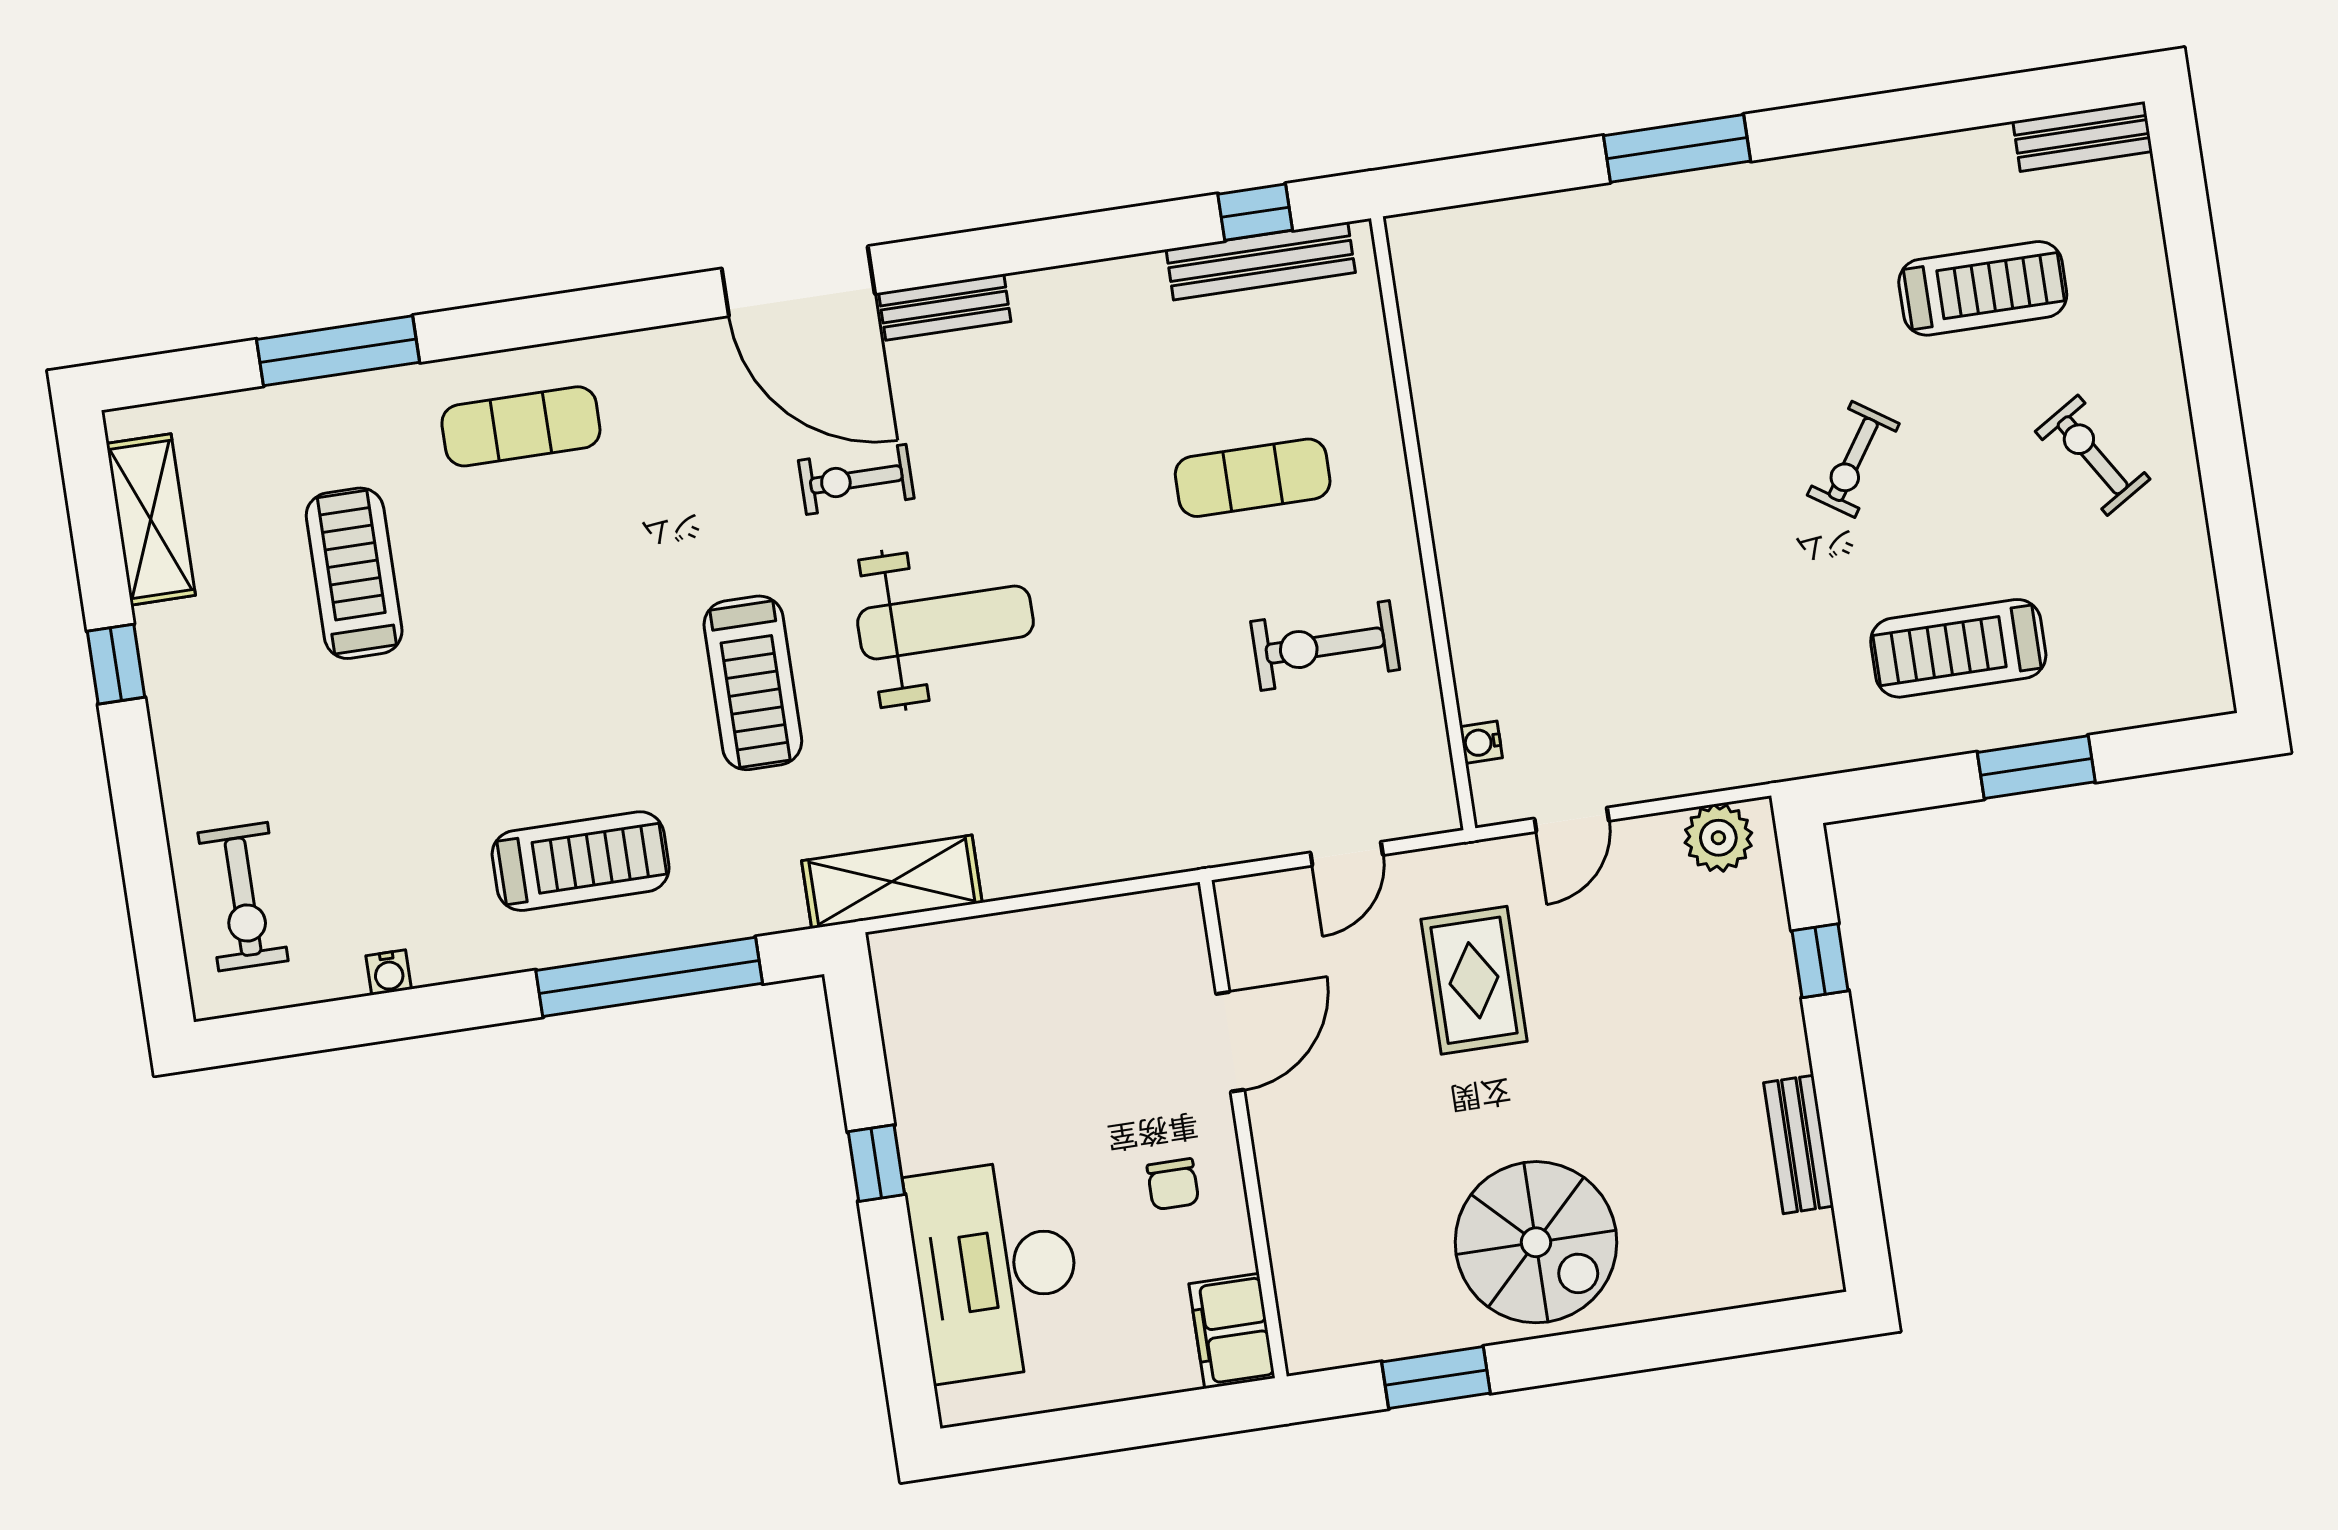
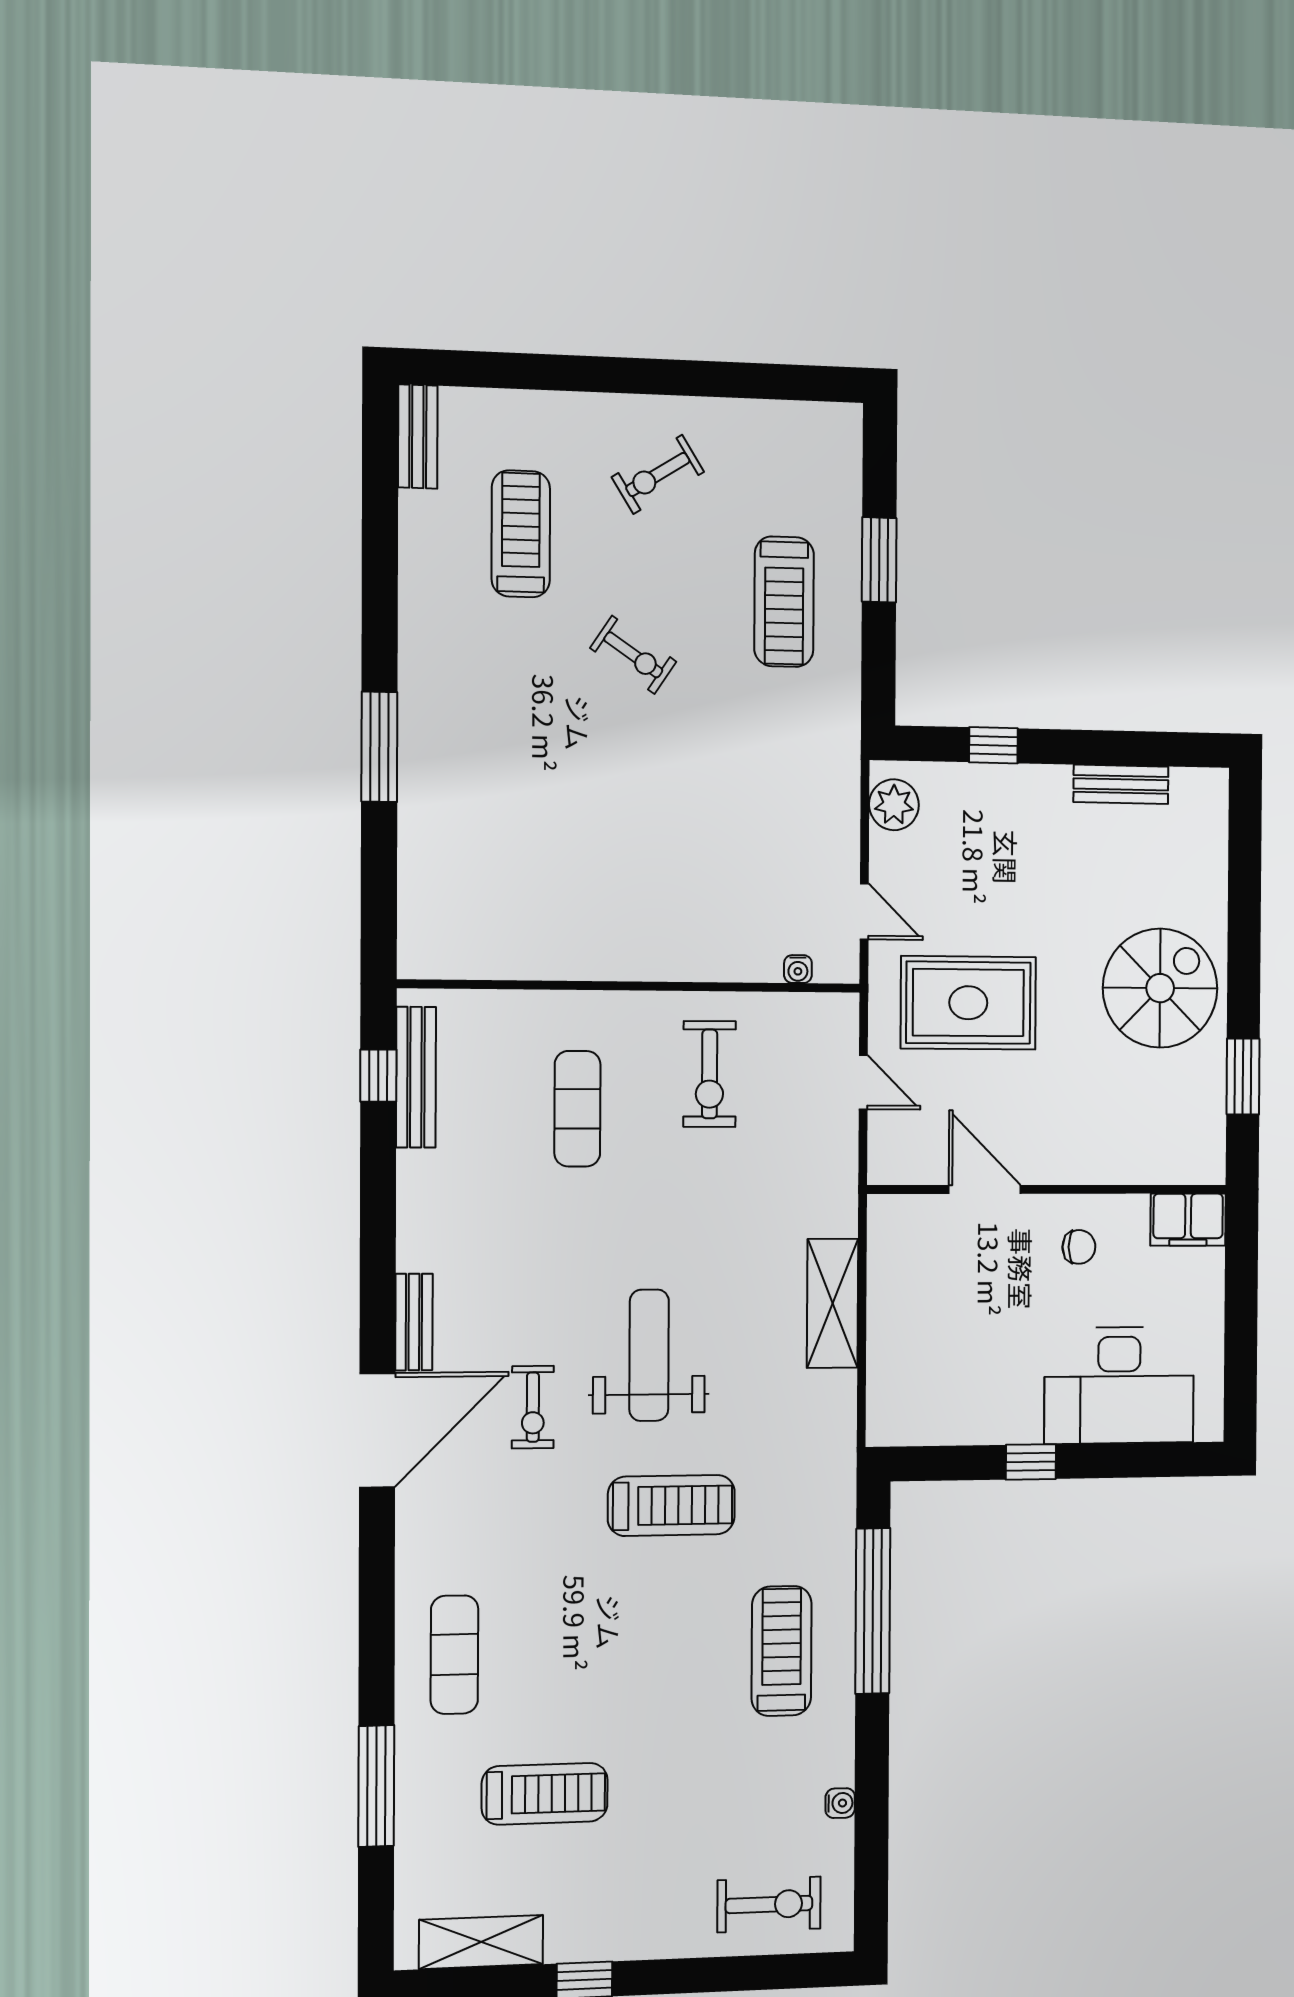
treadmill: (354, 573) -> (545, 1794), turned 180
shelving: (892, 882) -> (833, 1303), moved
rug: (1474, 980) -> (968, 1003), width x1.36, depth x1.43

